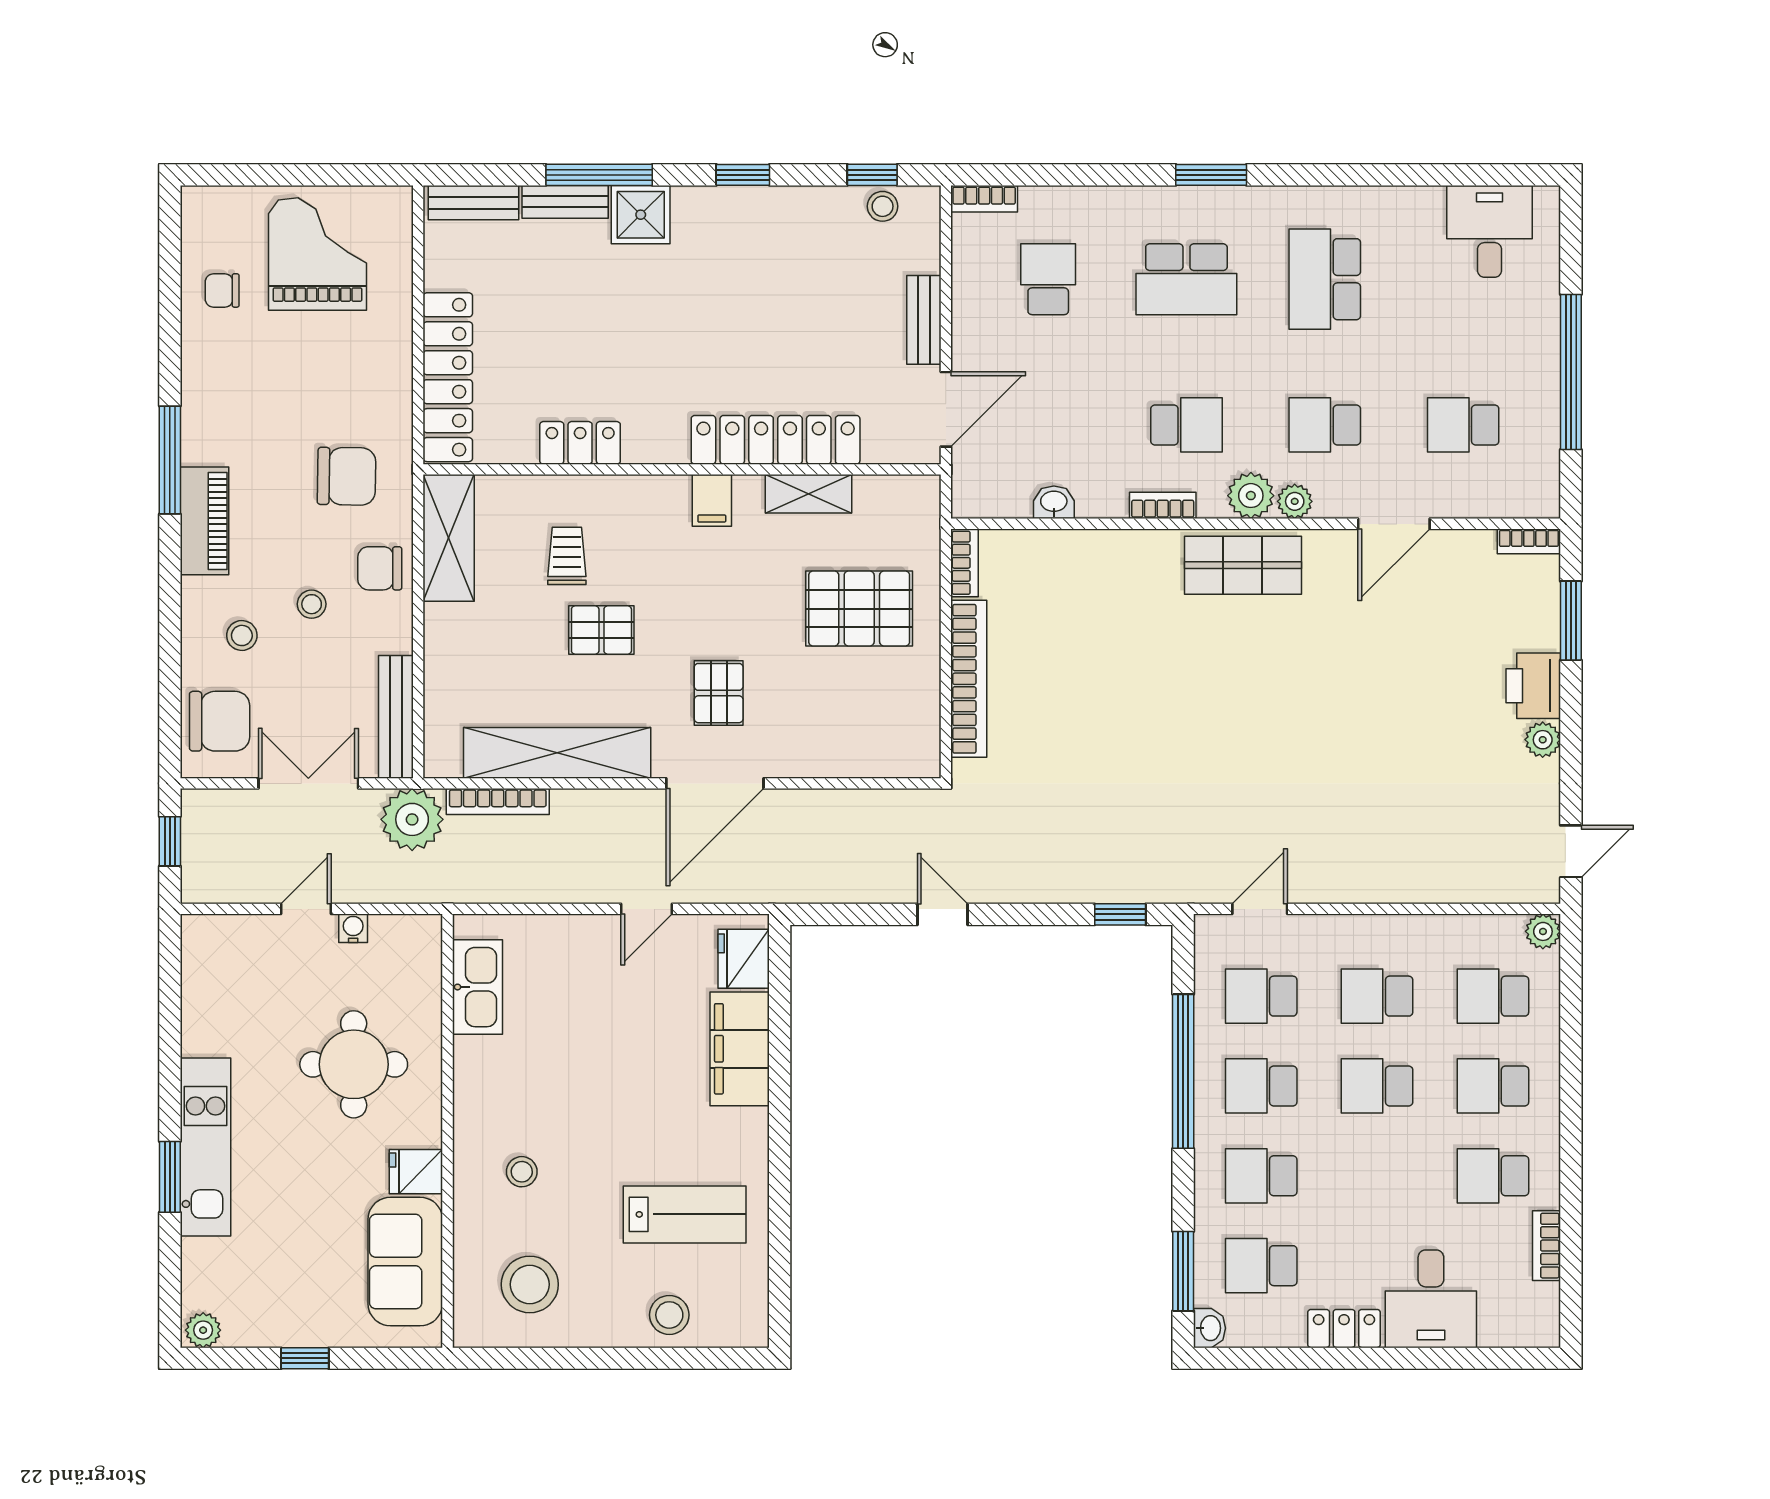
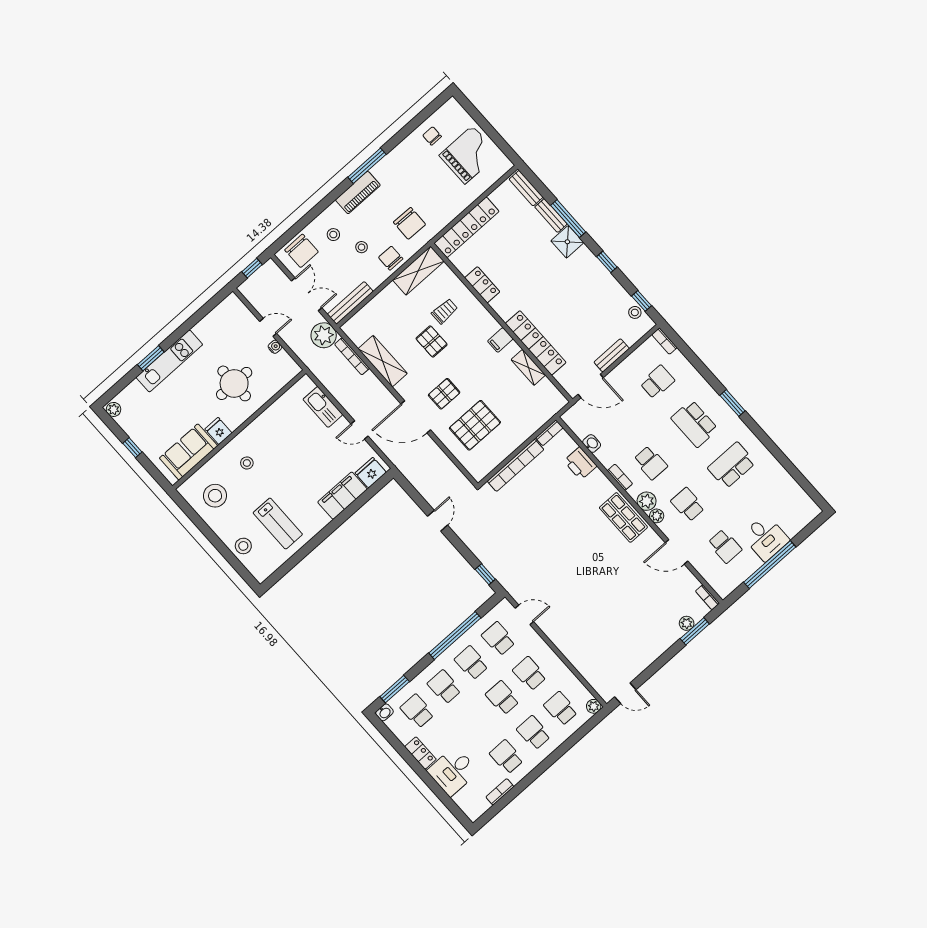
desk: (1490, 231) -> (766, 538), moved, turned 90
school desk: (1463, 425) -> (725, 546), turned 180
pallet: (859, 609) -> (475, 425), moved, turned 90
printer: (1533, 686) -> (580, 463), moved, turned -90
plant: (1543, 740) -> (687, 623), moved
shelving: (557, 753) -> (383, 361), width x0.68
kitchen sink: (477, 987) -> (323, 407), moved, turned 90

